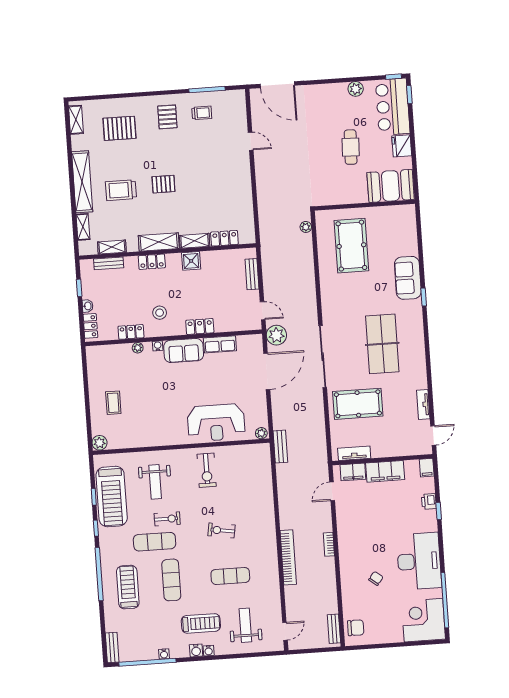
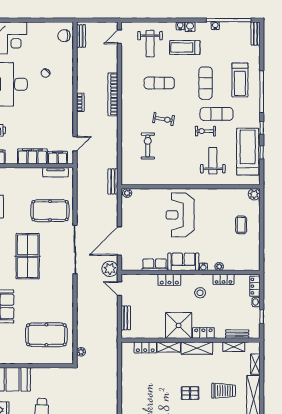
pool table: (351, 246) -> (46, 335), turned 90
shower: (191, 261) -> (179, 325), width x1.86, depth x1.86
reception desk: (216, 423) -> (180, 215), moved, turned -90
exercise bike: (207, 470) -> (148, 146), moved

